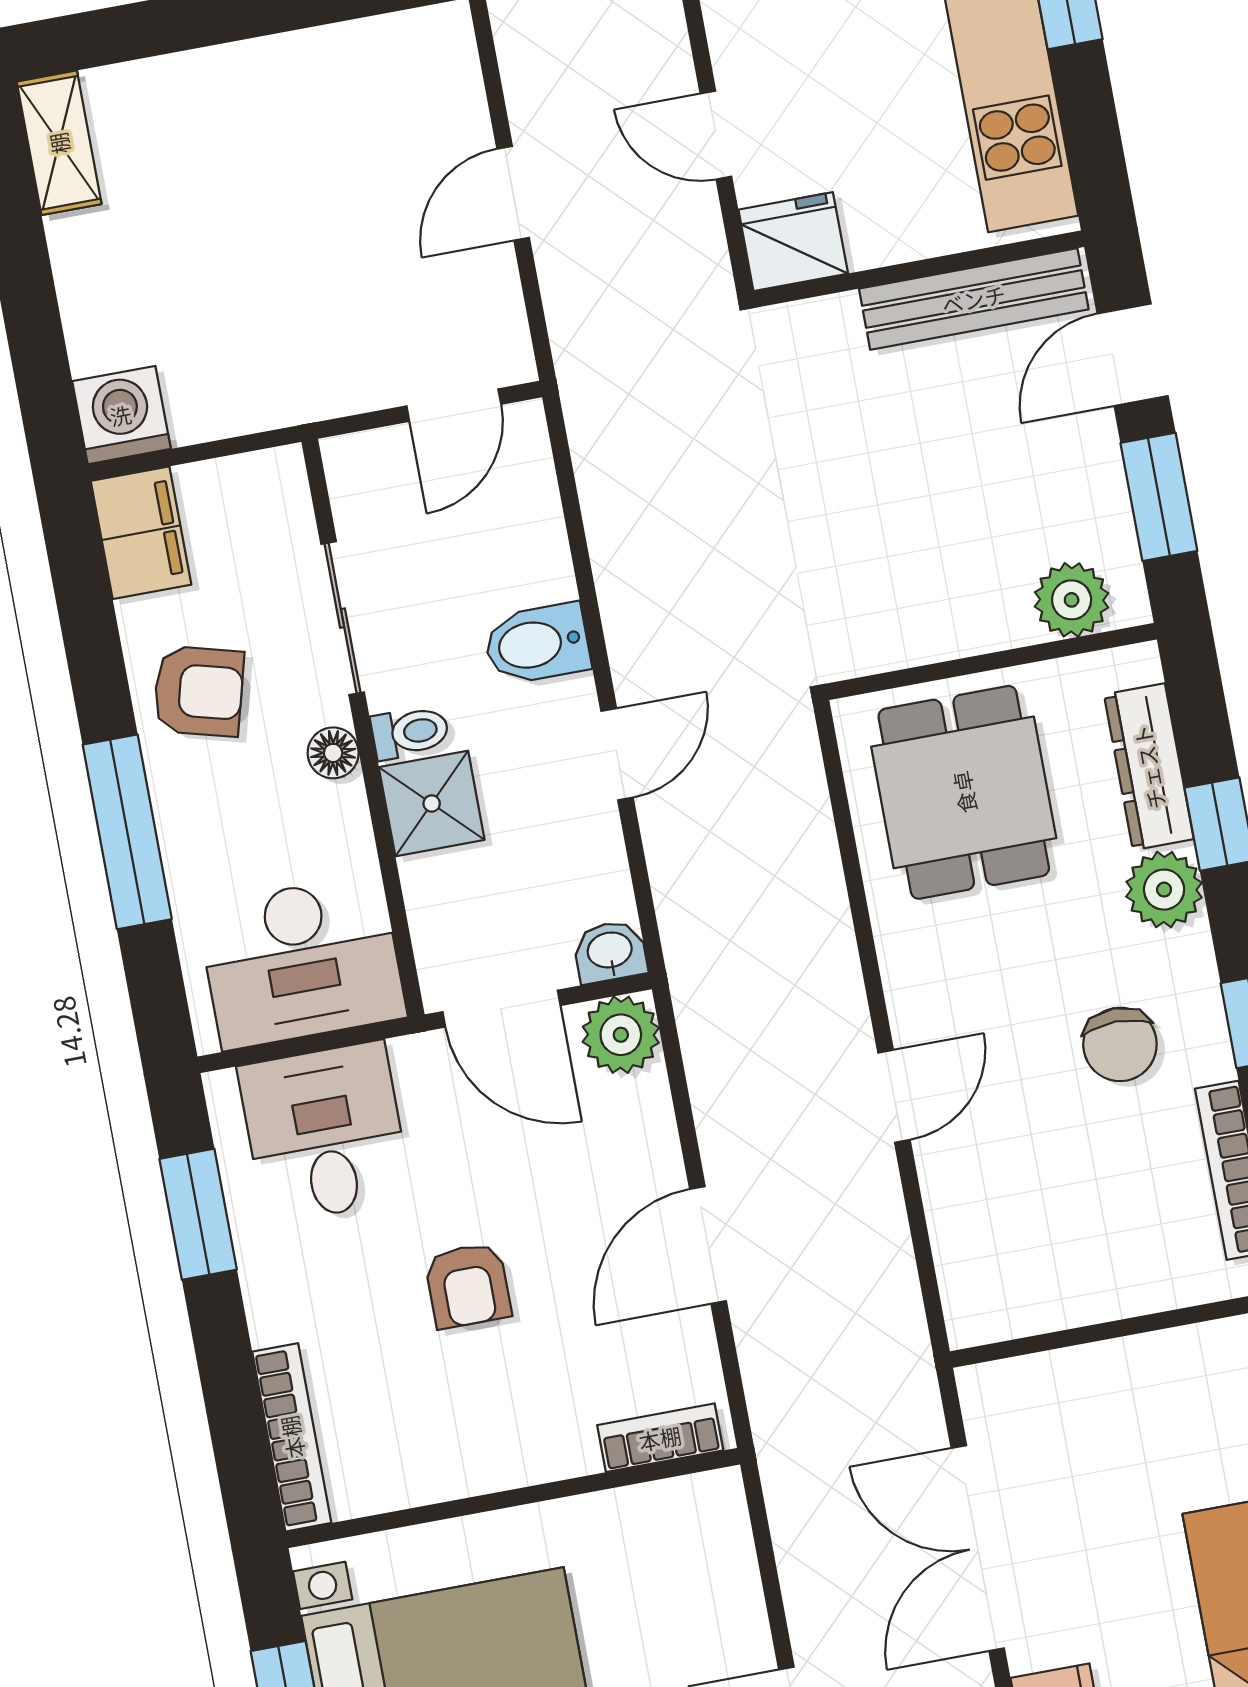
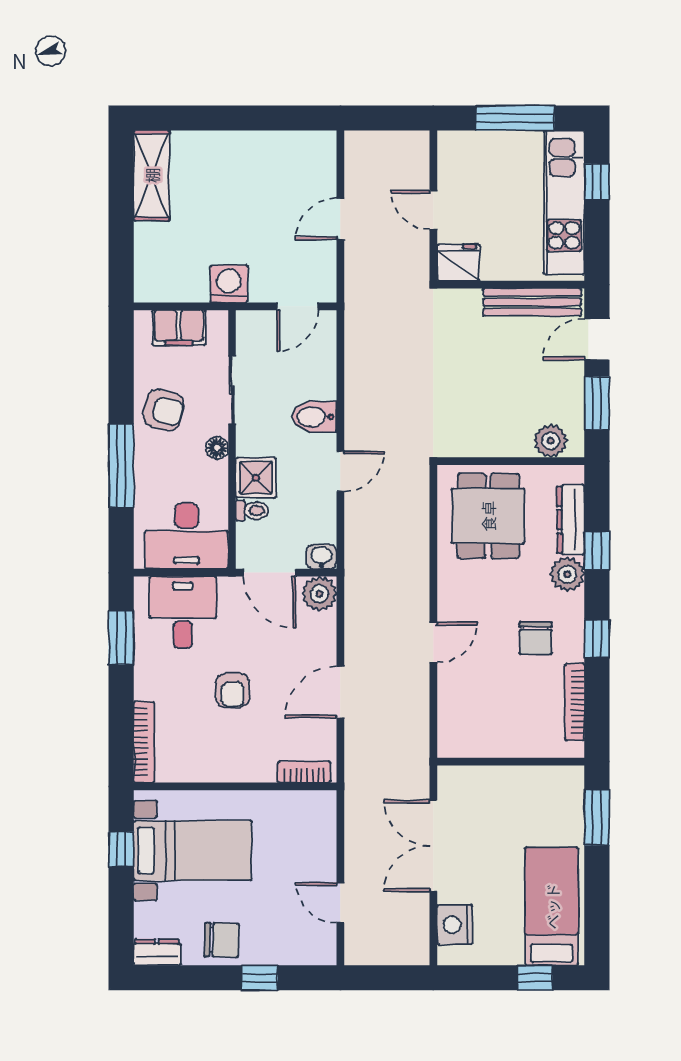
shelving: (59, 143) -> (152, 175), width x1.50, depth x1.33
washing machine: (121, 415) -> (229, 284), moved
filing cabinet: (141, 533) -> (179, 328), moved, turned 90
toilet: (410, 732) -> (252, 510), moved

